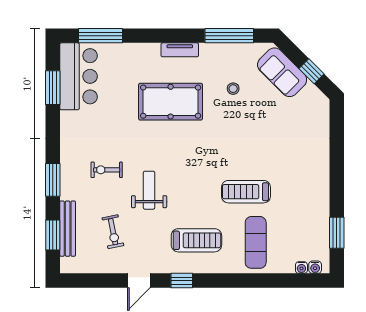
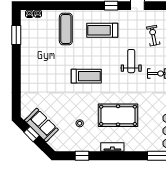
window: (229, 36) -> (82, 156), width x0.46
sofa: (282, 72) -> (41, 125), moved
weight bench: (149, 190) -> (131, 61), turned 180
treadmill: (246, 192) -> (86, 76), moved

